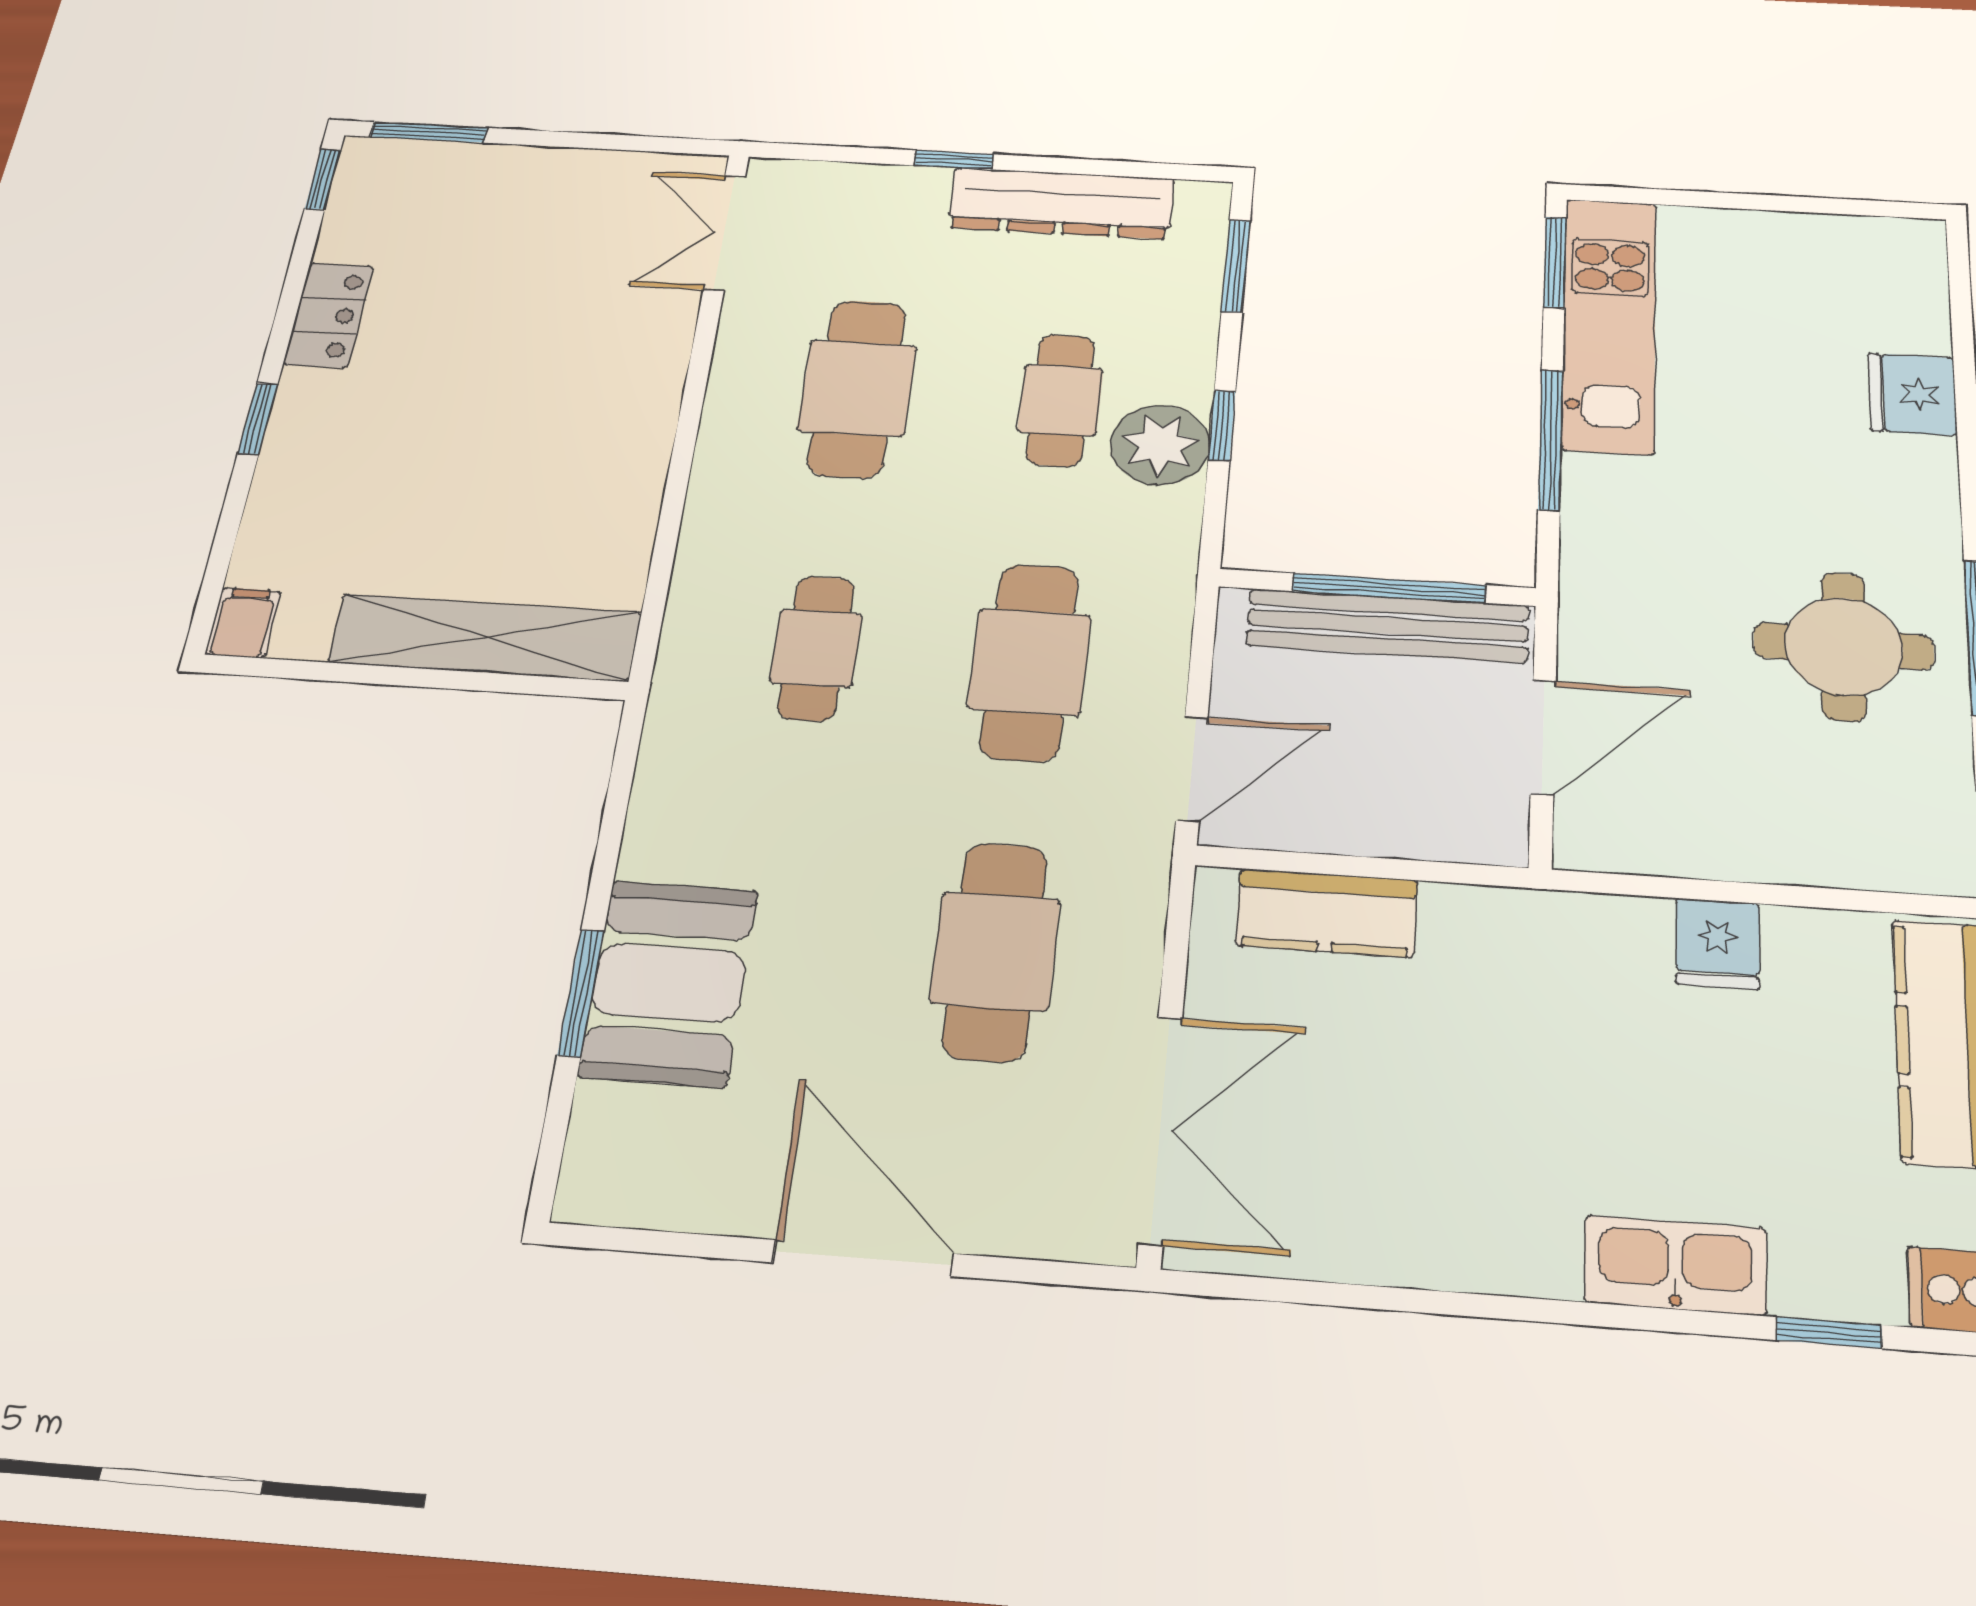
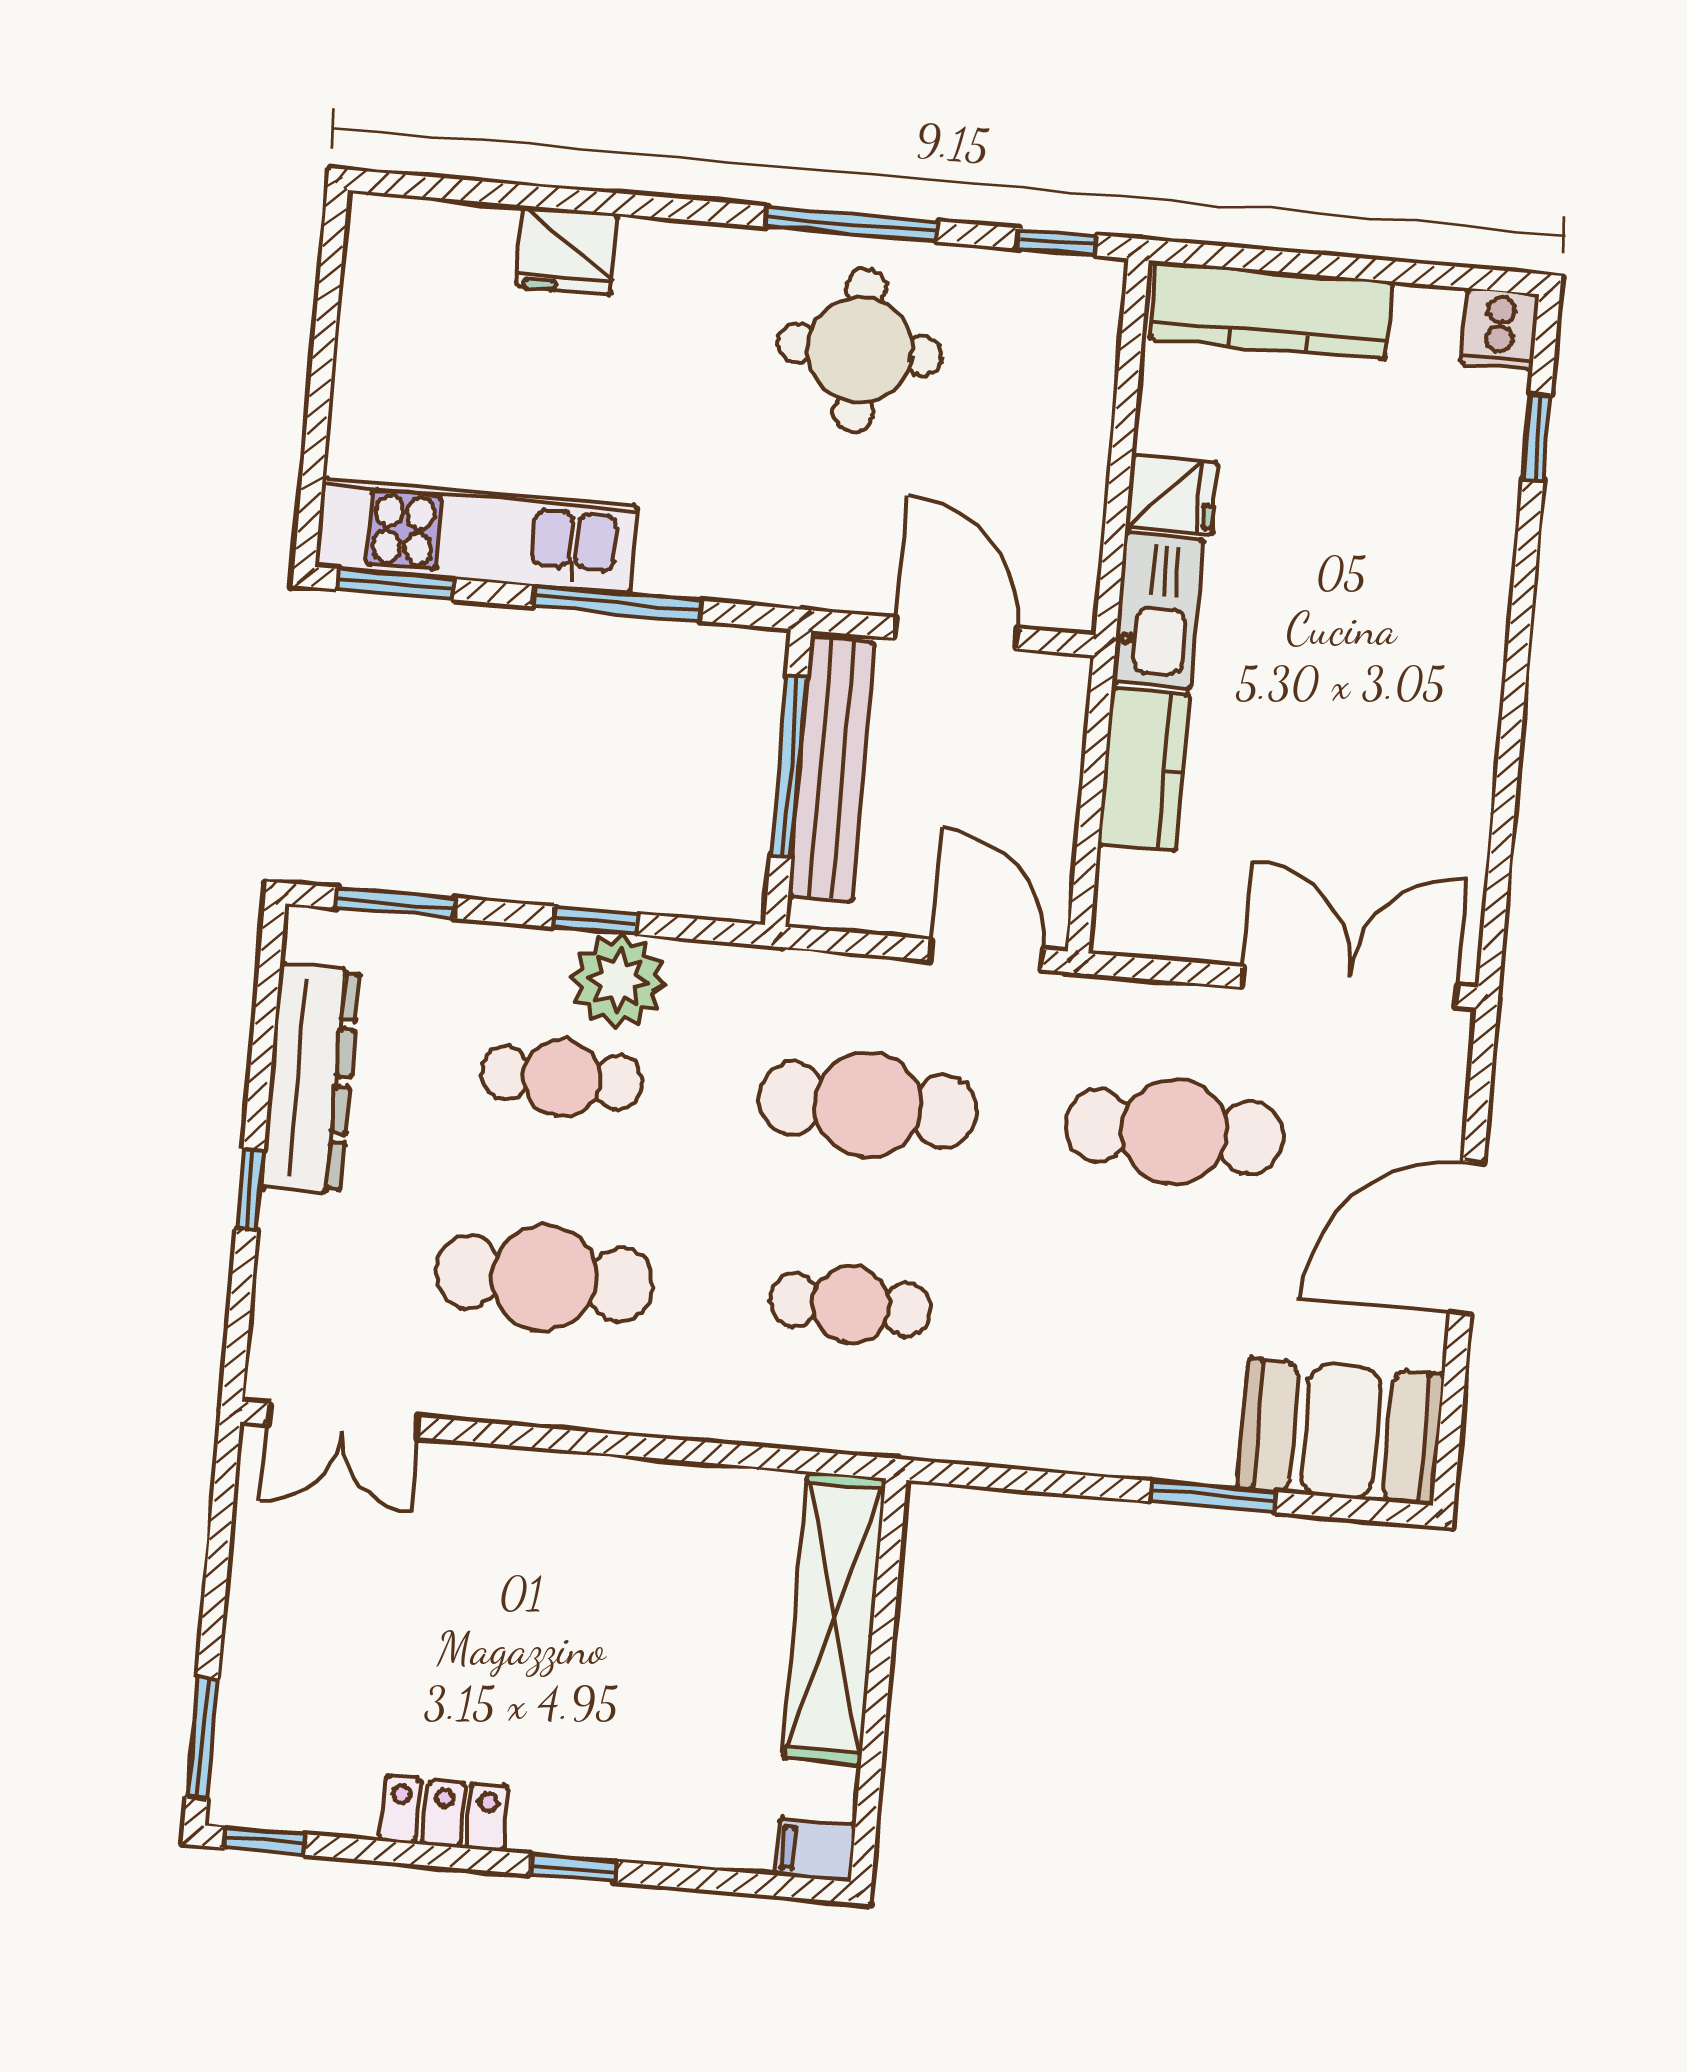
kitchen counter: (1327, 913) -> (1144, 770), moved
booth: (669, 983) -> (1341, 1431), moved
kitchen sink: (1675, 1265) -> (1158, 611), moved, turned 180

